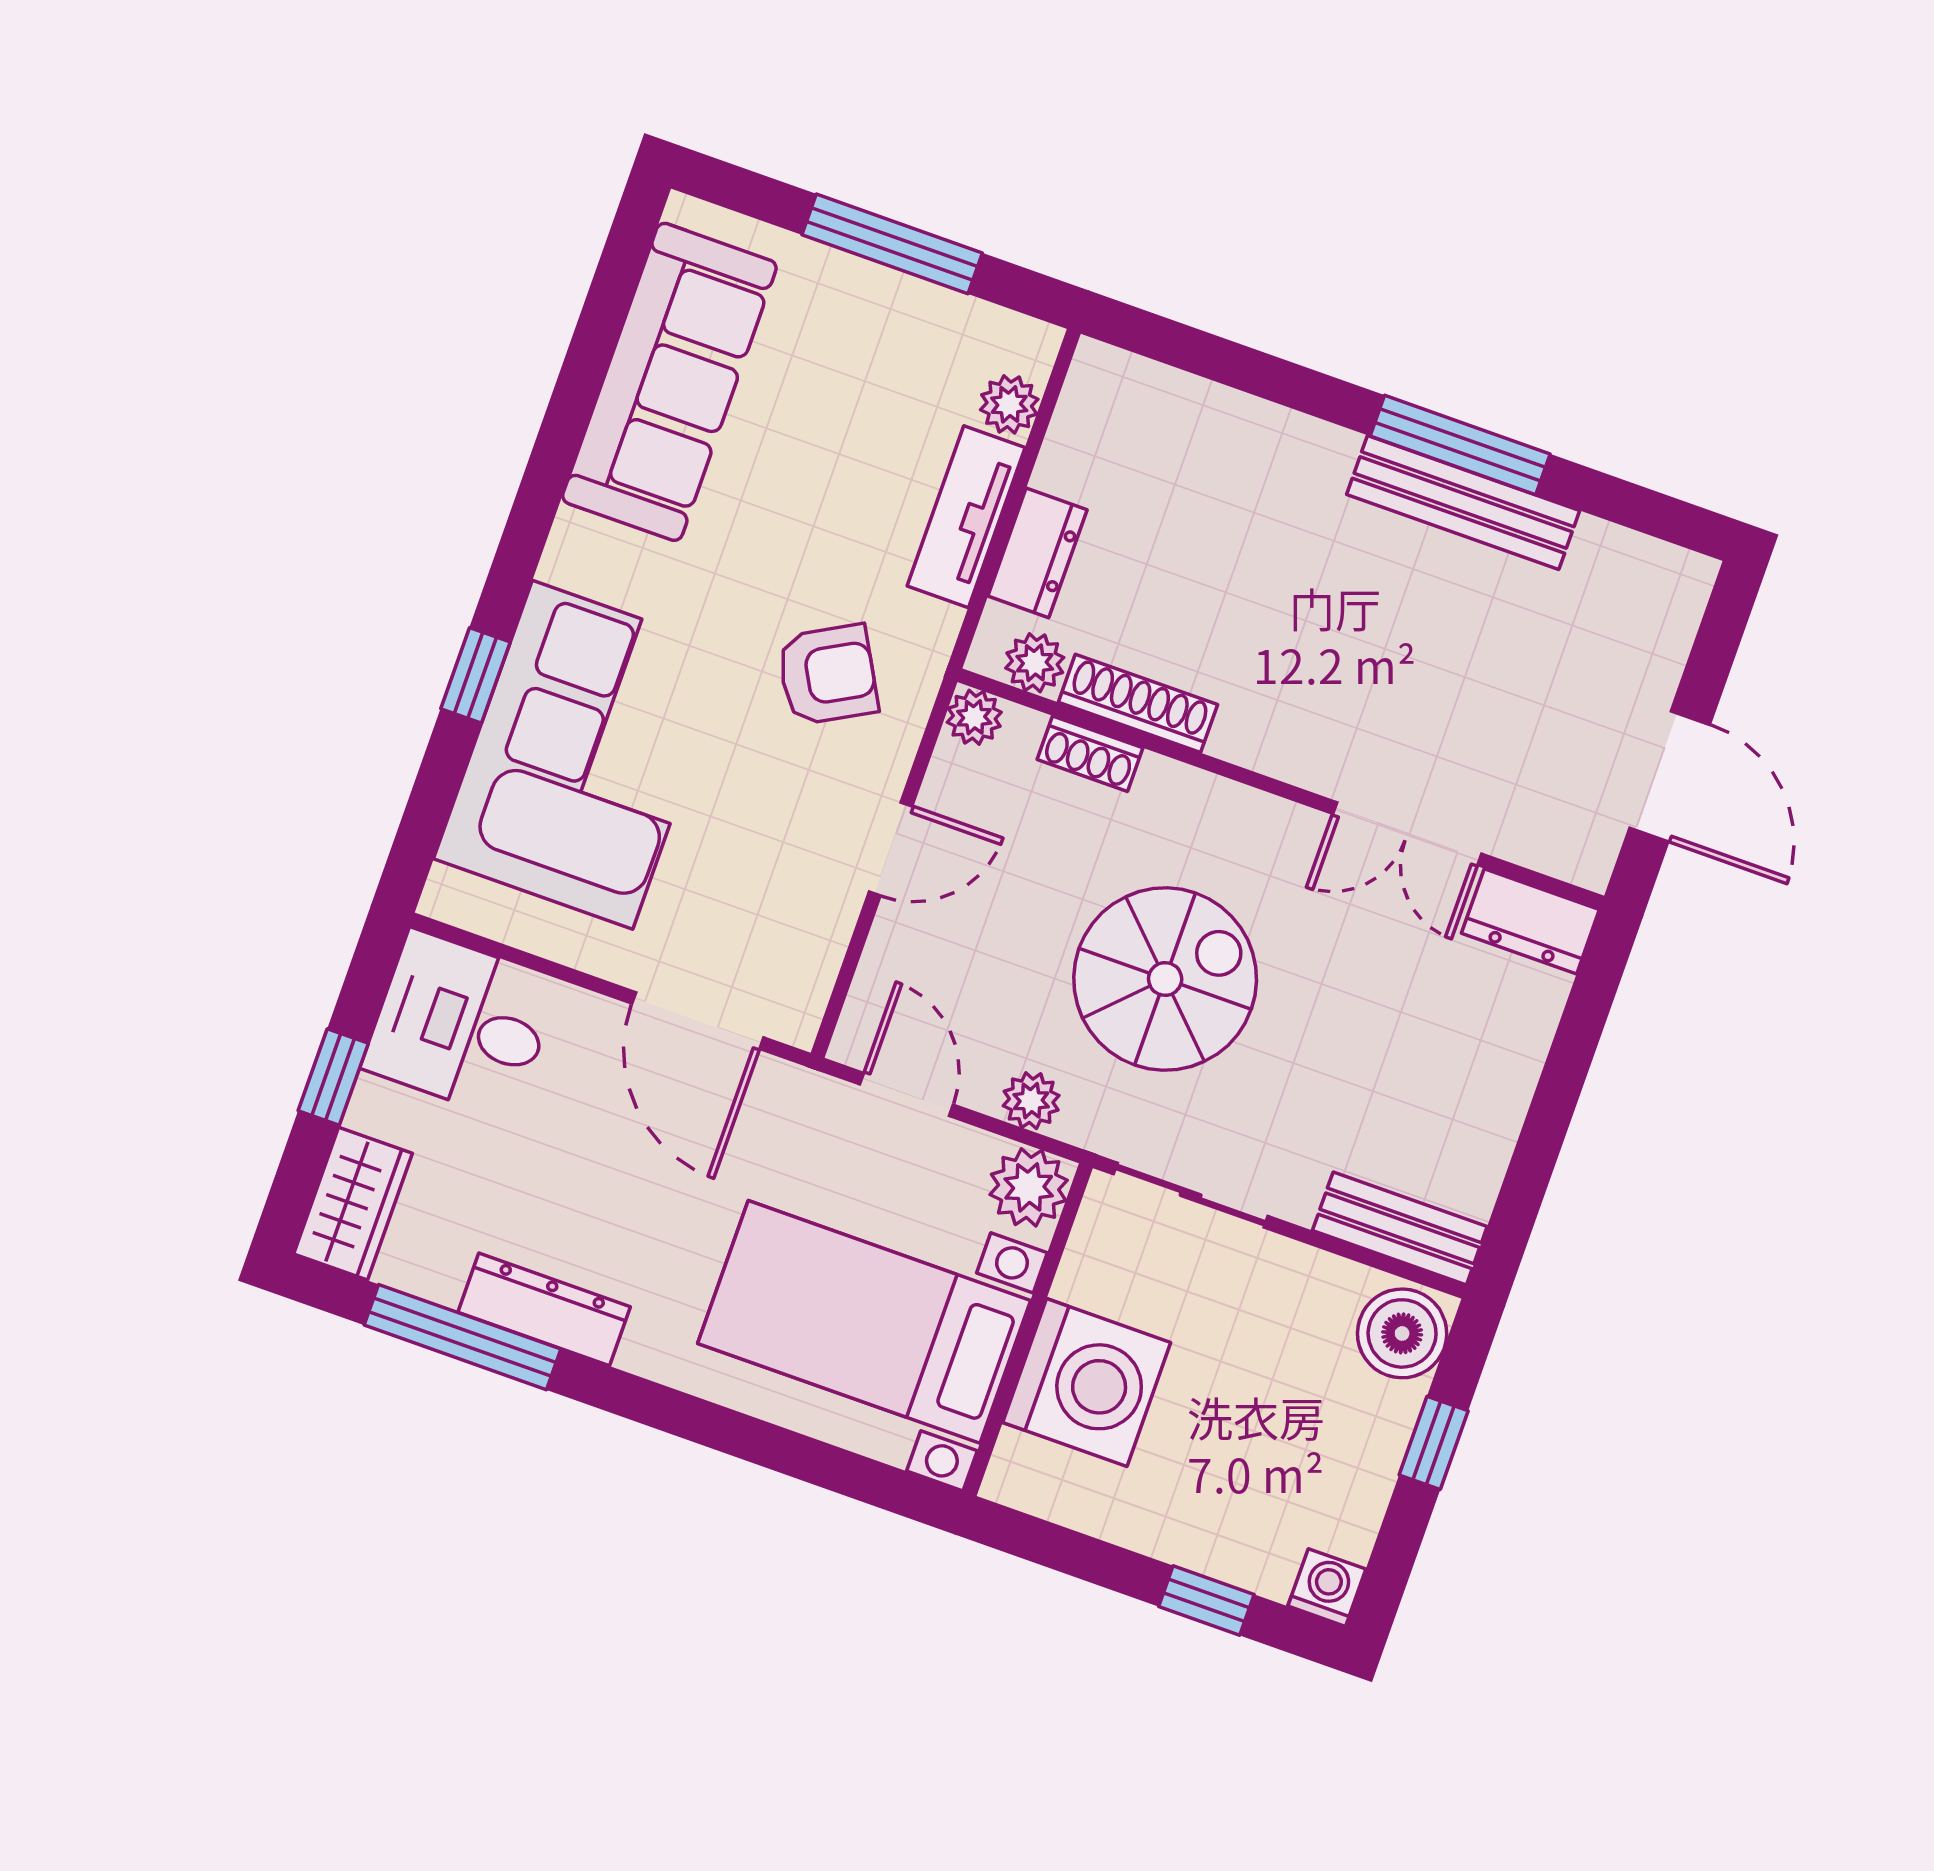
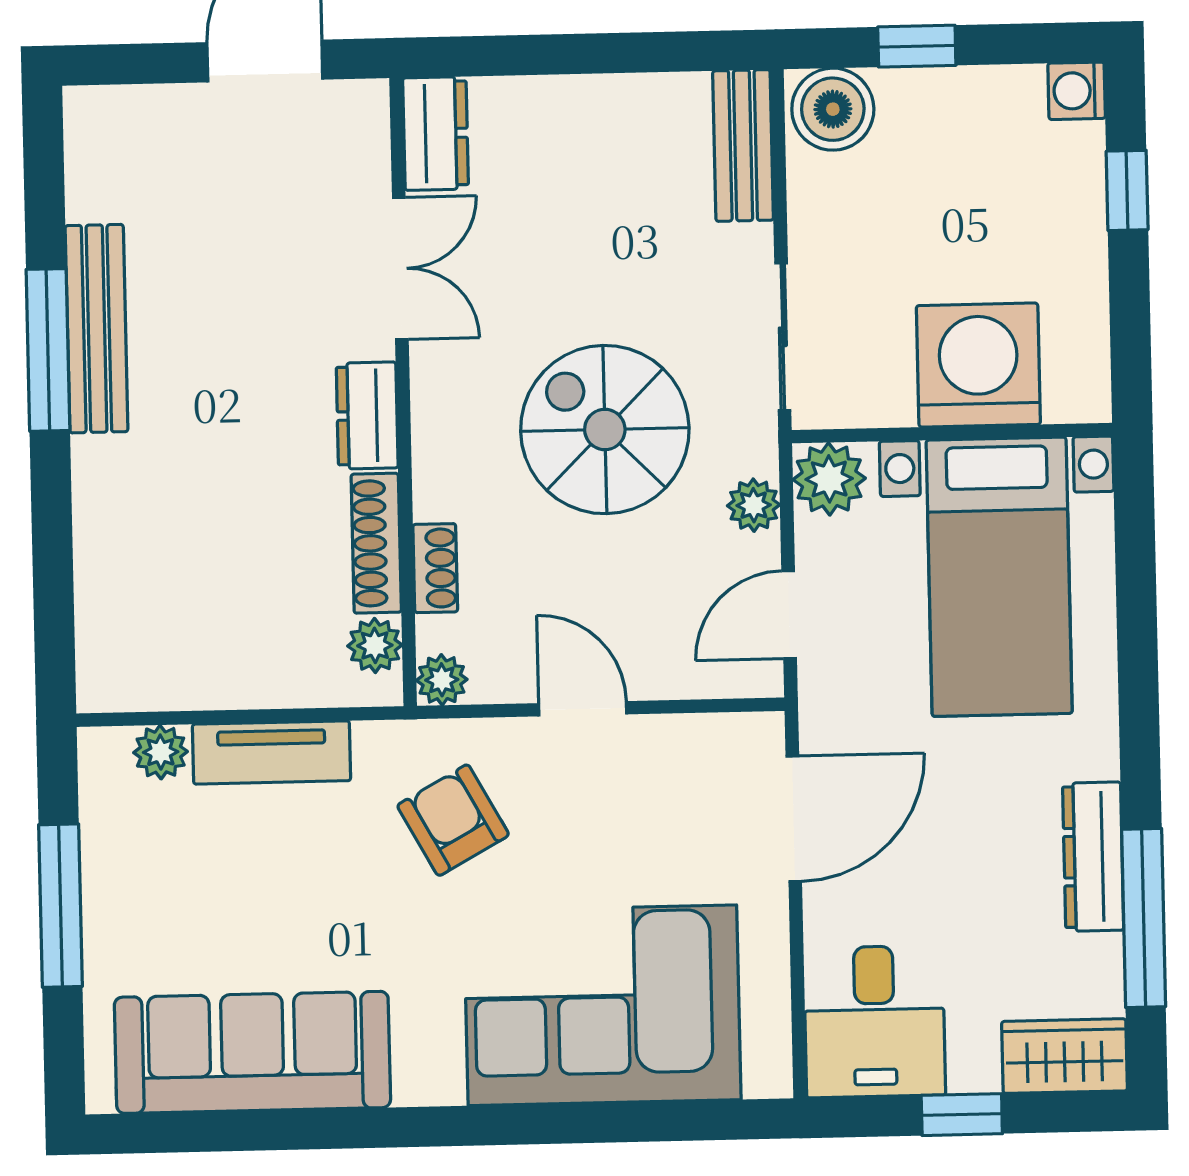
dresser: (1037, 553) -> (367, 416), moved, turned -90
window: (475, 675) -> (569, 1123), removed

